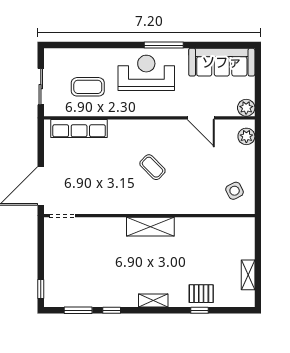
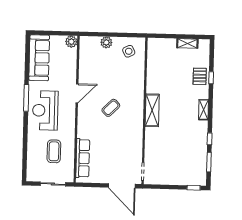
door: (201, 118) -> (77, 93), moved
plant: (246, 136) -> (106, 42), moved

